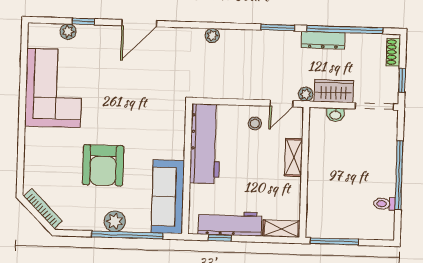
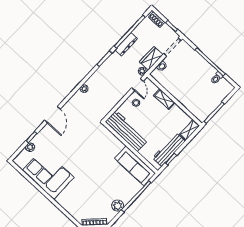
armchair: (103, 165) -> (98, 181), removed
plant: (115, 221) -> (118, 206), moved

